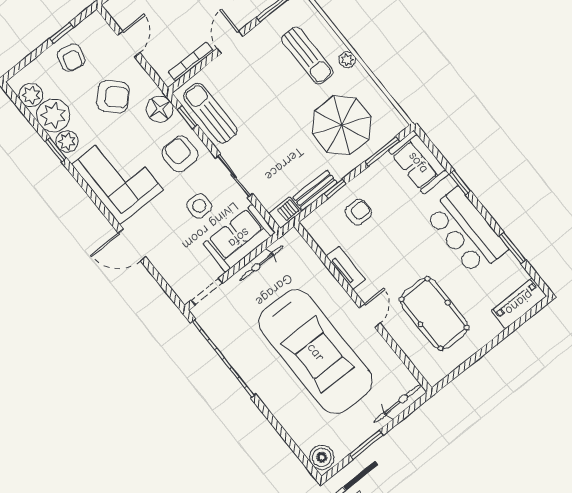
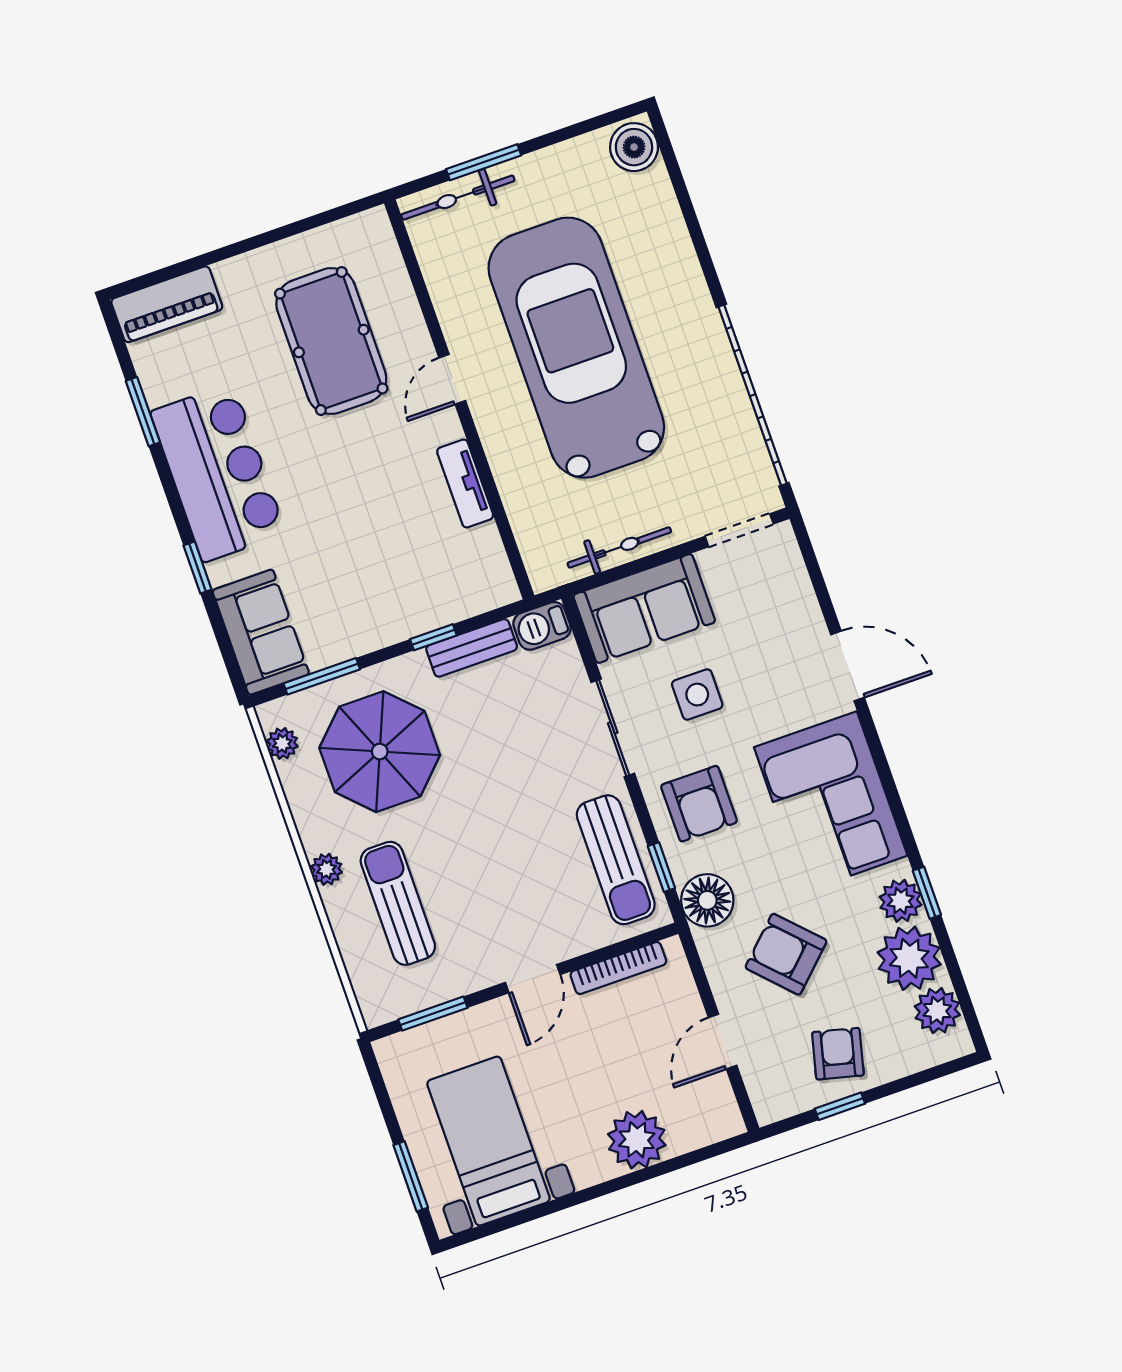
plant: (390, 113) -> (282, 743), added
armchair: (358, 212) -> (406, 579), removed
window: (366, 445) -> (484, 162), moved

